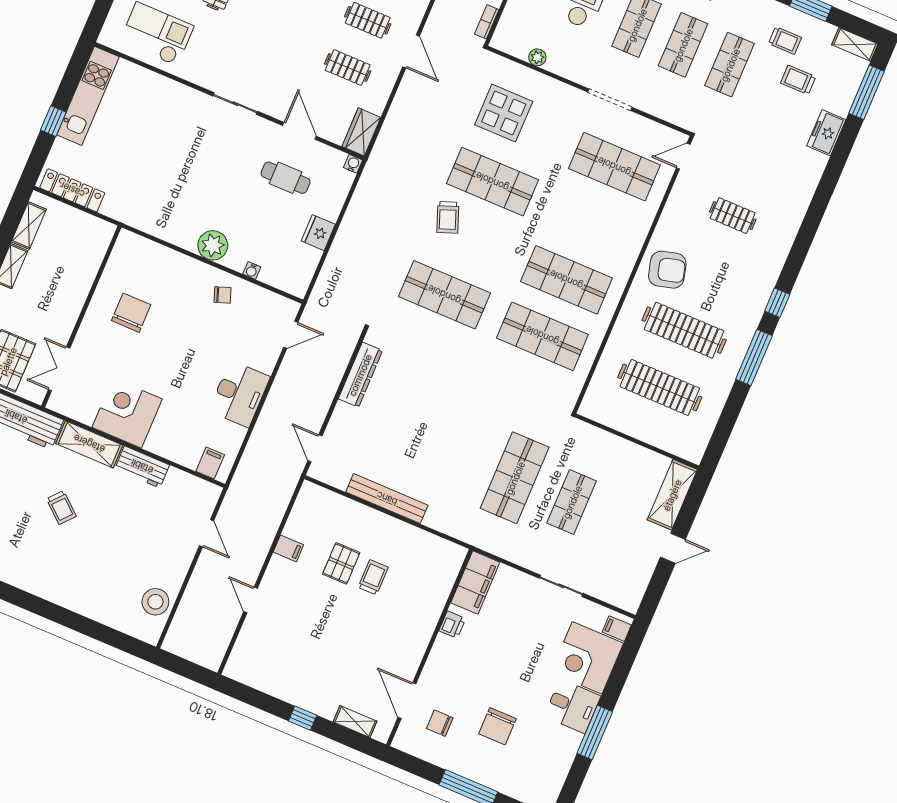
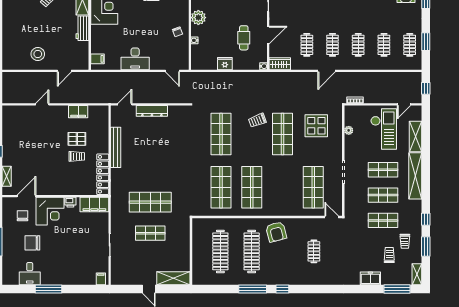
dresser: (360, 375) -> (152, 111), moved
locker: (426, 544) -> (103, 174), added
filing cabinet: (288, 548) -> (78, 112), width x2.00
stool: (155, 602) -> (38, 54), moved
corner desk: (587, 658) -> (50, 211), moved, turned 180
desk: (572, 706) -> (30, 274), moved

